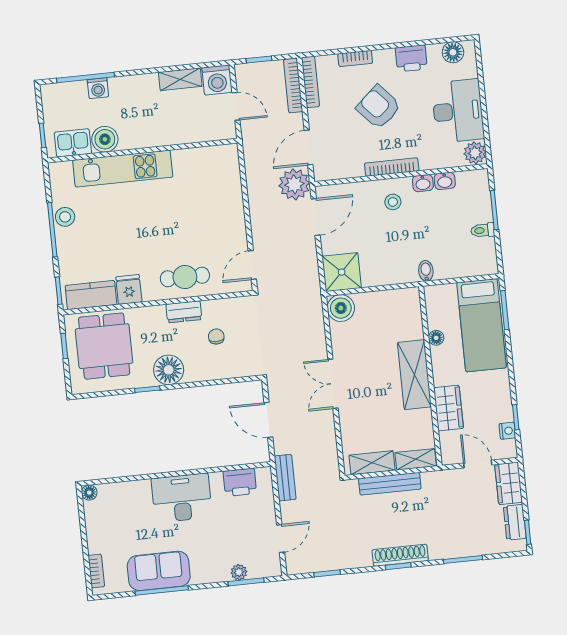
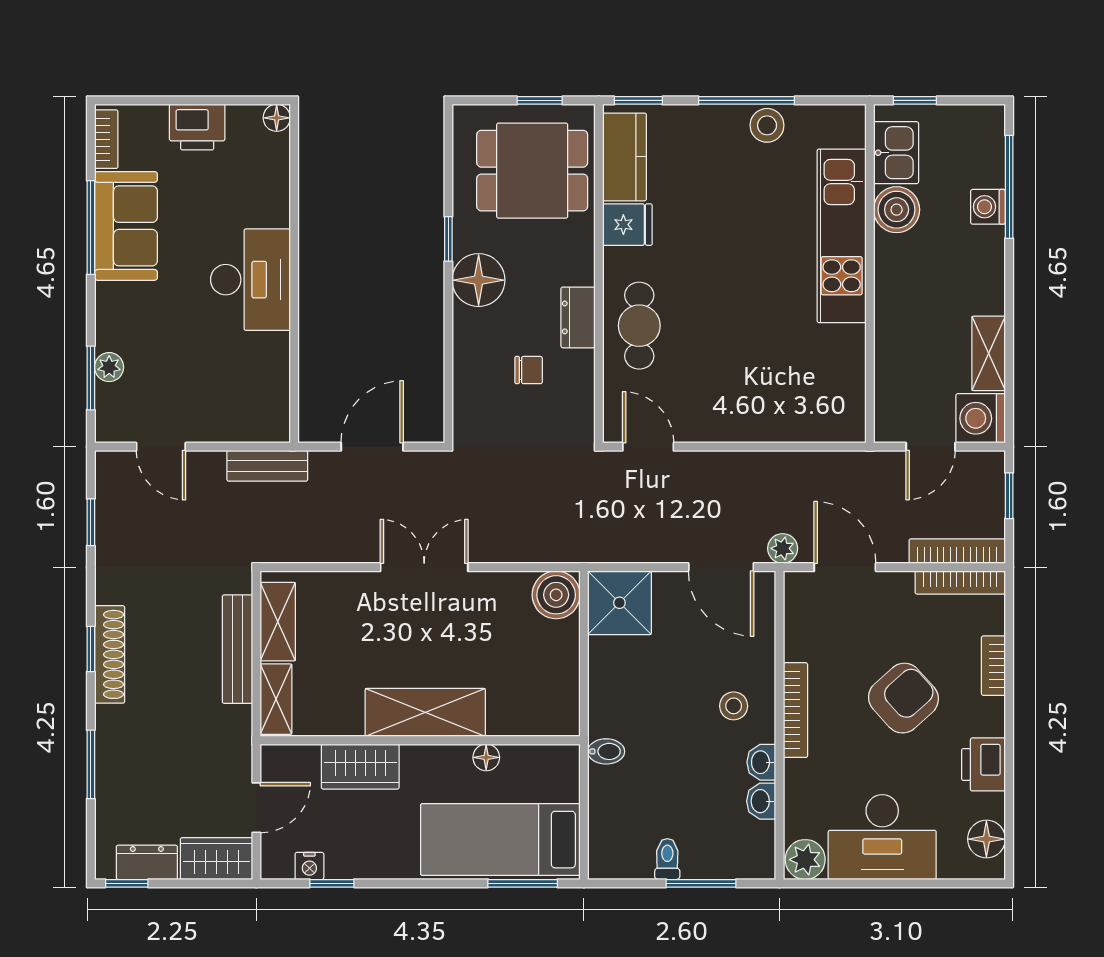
plant: (294, 184) -> (783, 548), width x0.53, depth x0.53
printer: (240, 482) -> (197, 127), moved, turned -90
bookcase: (96, 571) -> (106, 139), moved, turned -90

